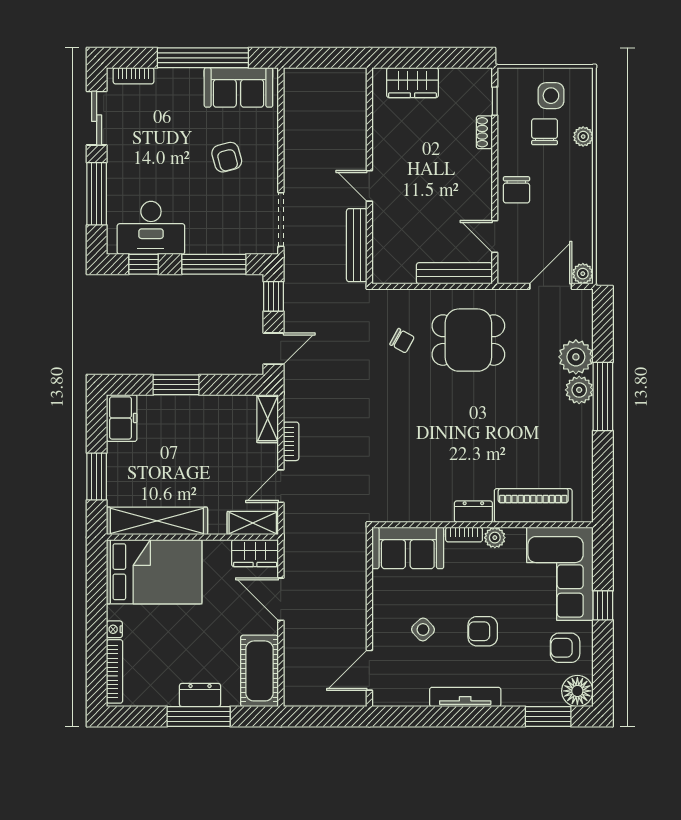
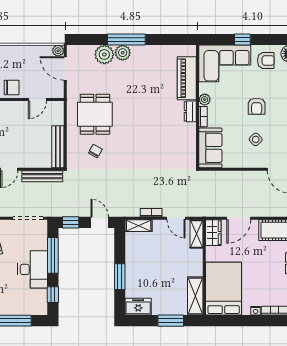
desk: (151, 228) -> (33, 269), moved
bench: (454, 273) -> (58, 147), moved
shelving: (157, 521) -> (195, 296), width x0.68
armchair: (565, 648) -> (266, 60), turned -90

